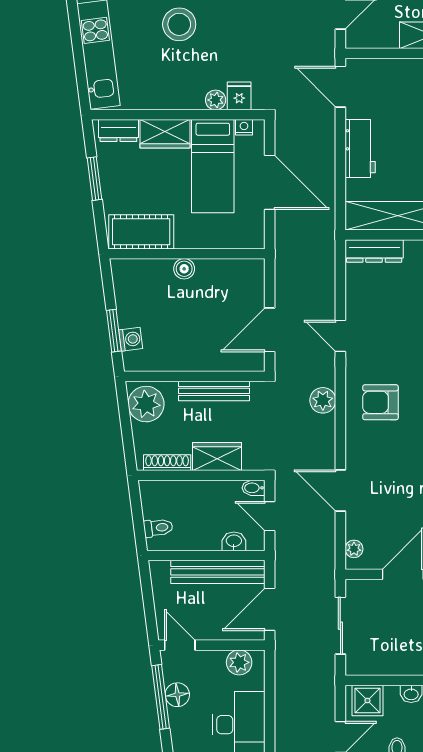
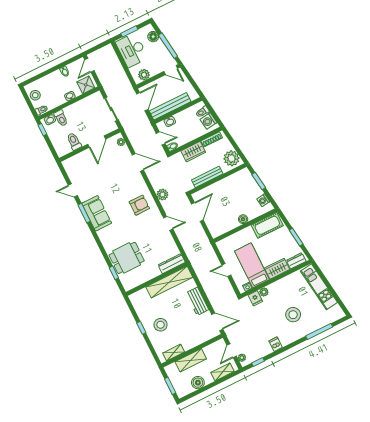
door: (270, 182) -> (226, 270), width x0.53
washing machine: (131, 339) -> (263, 200), moved
washing machine: (155, 503) -> (208, 121), added
floor lamp: (177, 695) -> (153, 37), moved

